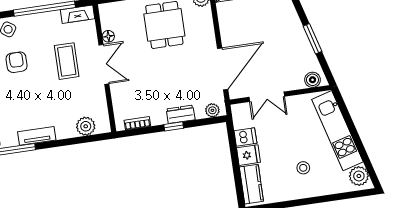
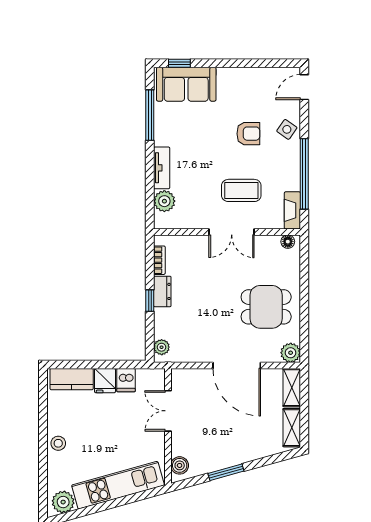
floor lamp: (108, 36) -> (288, 242), moved
door: (223, 69) -> (237, 365), moved
dresser: (181, 114) -> (162, 291), moved
tv unit: (37, 136) -> (162, 168), moved
stool: (303, 168) -> (58, 443), moved

